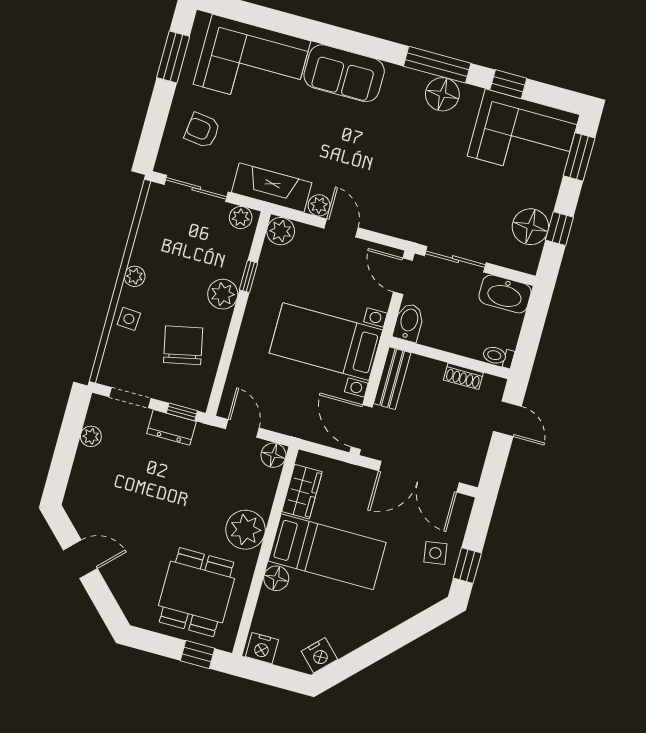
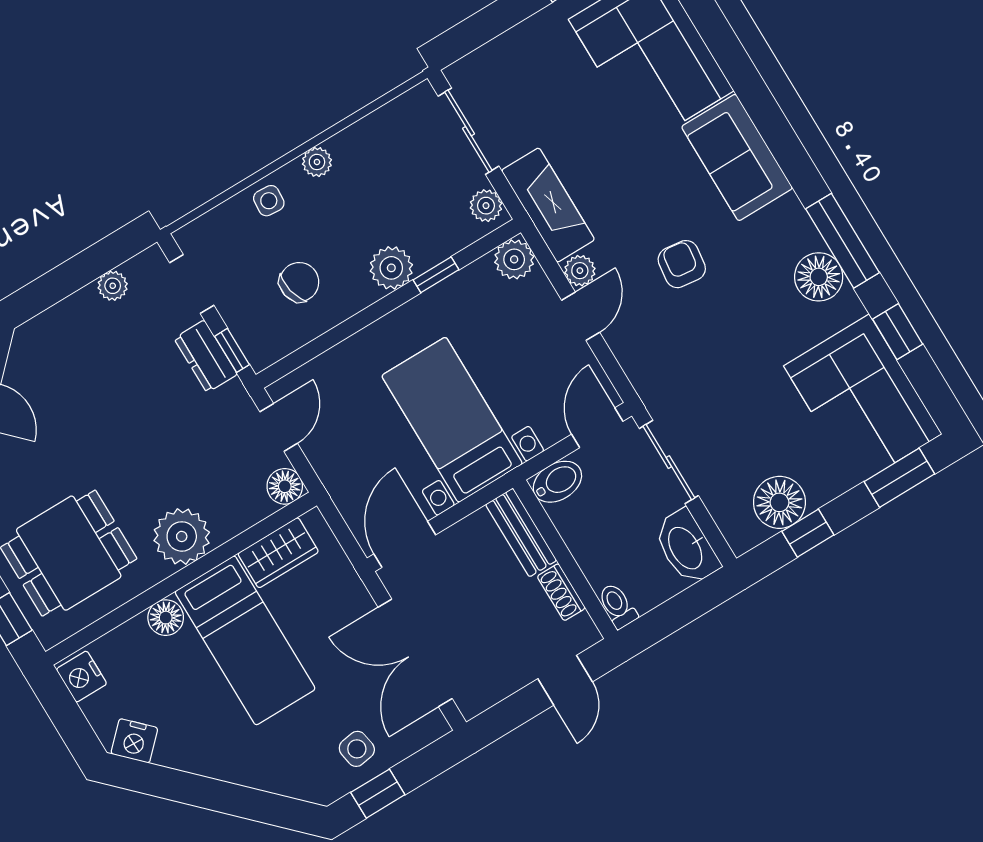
armchair: (202, 130) -> (682, 264), moved
chair: (183, 345) -> (299, 282), width x0.73, depth x0.73
bench: (392, 378) -> (521, 532), moved, turned 90

